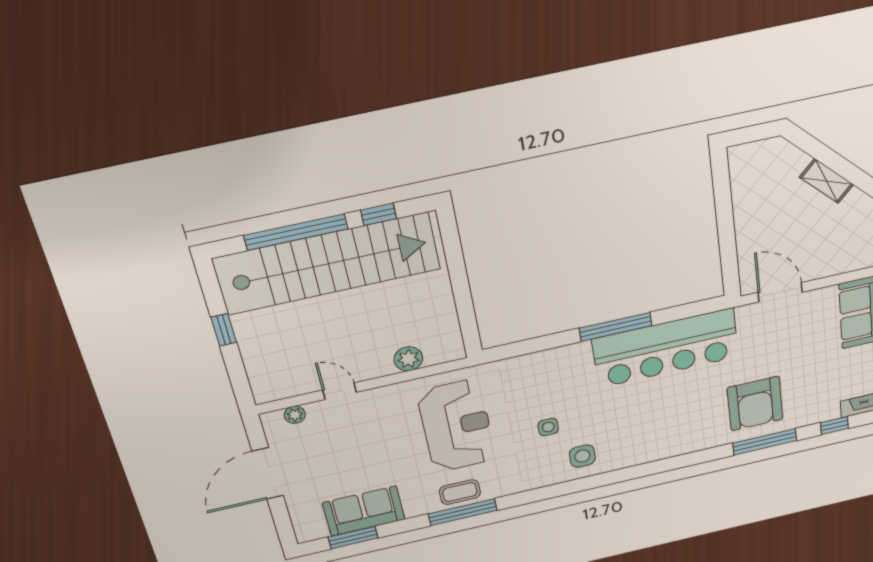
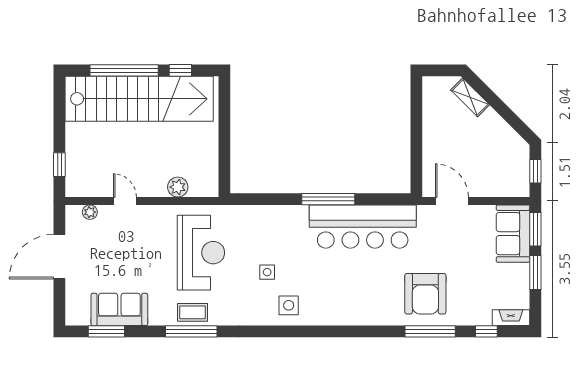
shelving: (827, 181) -> (470, 97), moved
window: (224, 330) -> (59, 165), moved

